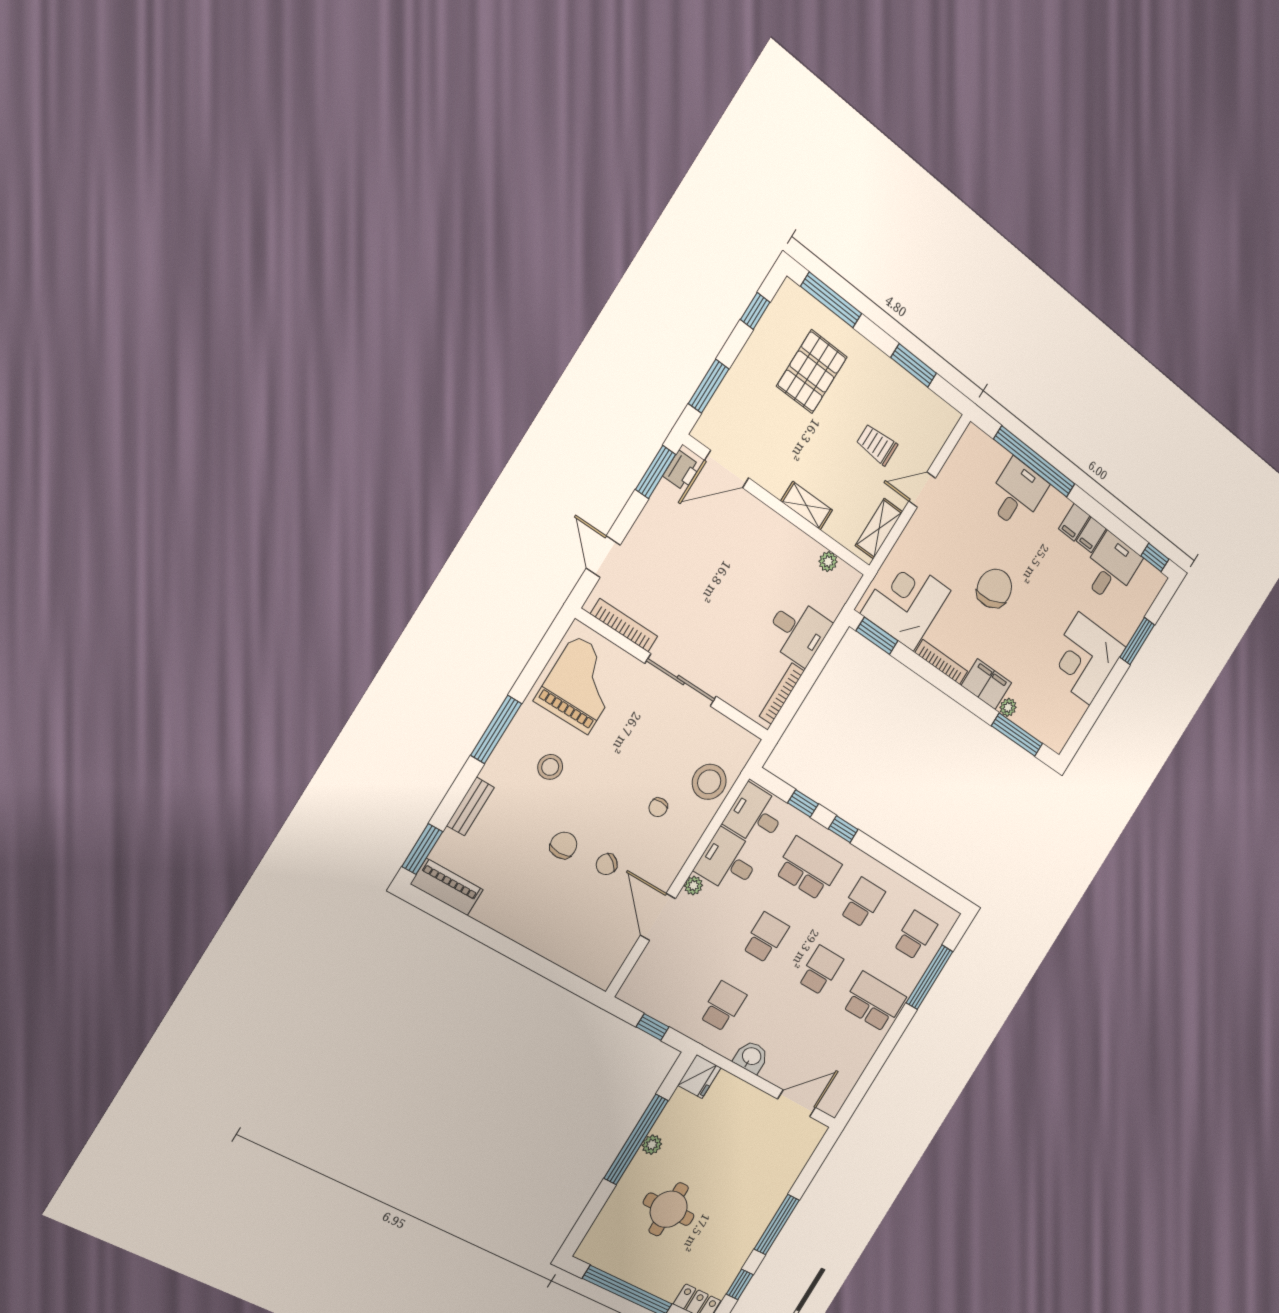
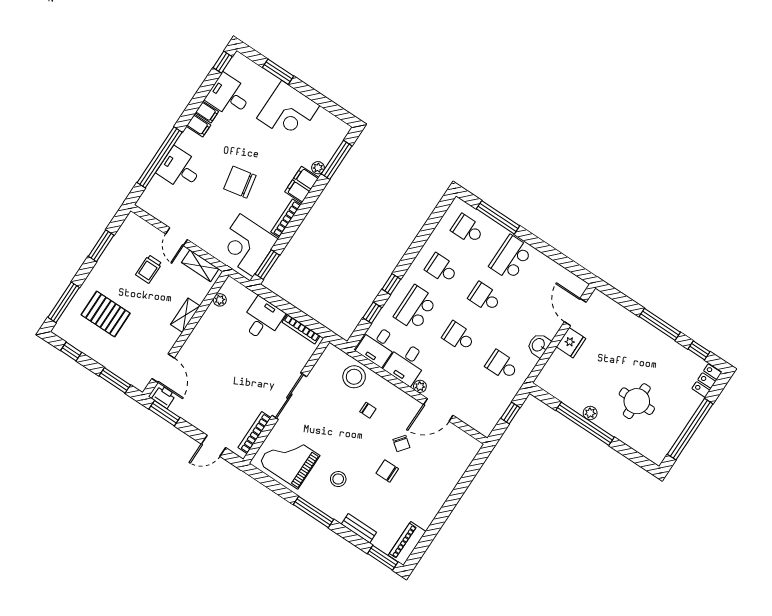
fridge: (699, 1076) -> (571, 343), moved, turned 90

